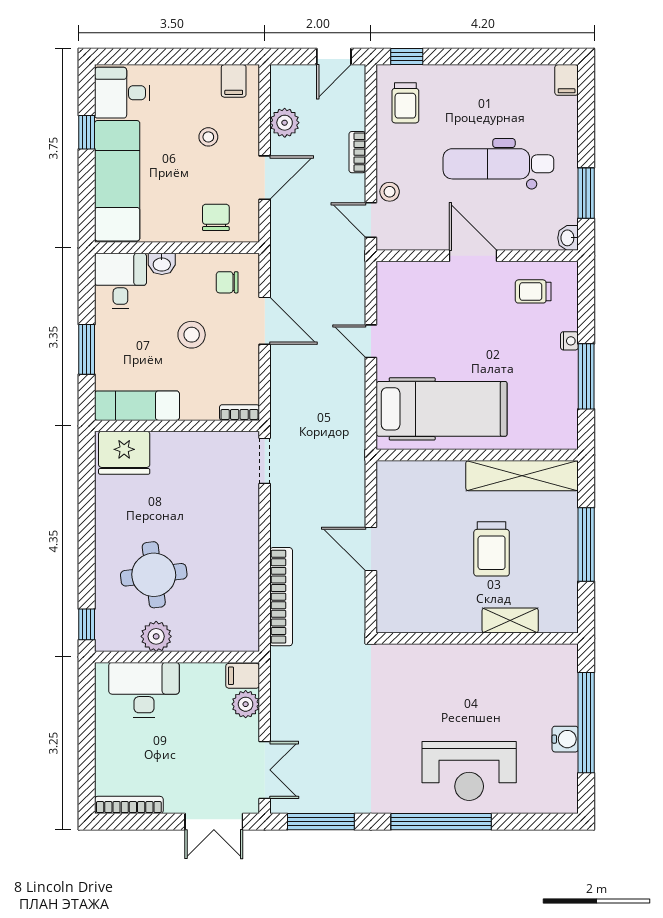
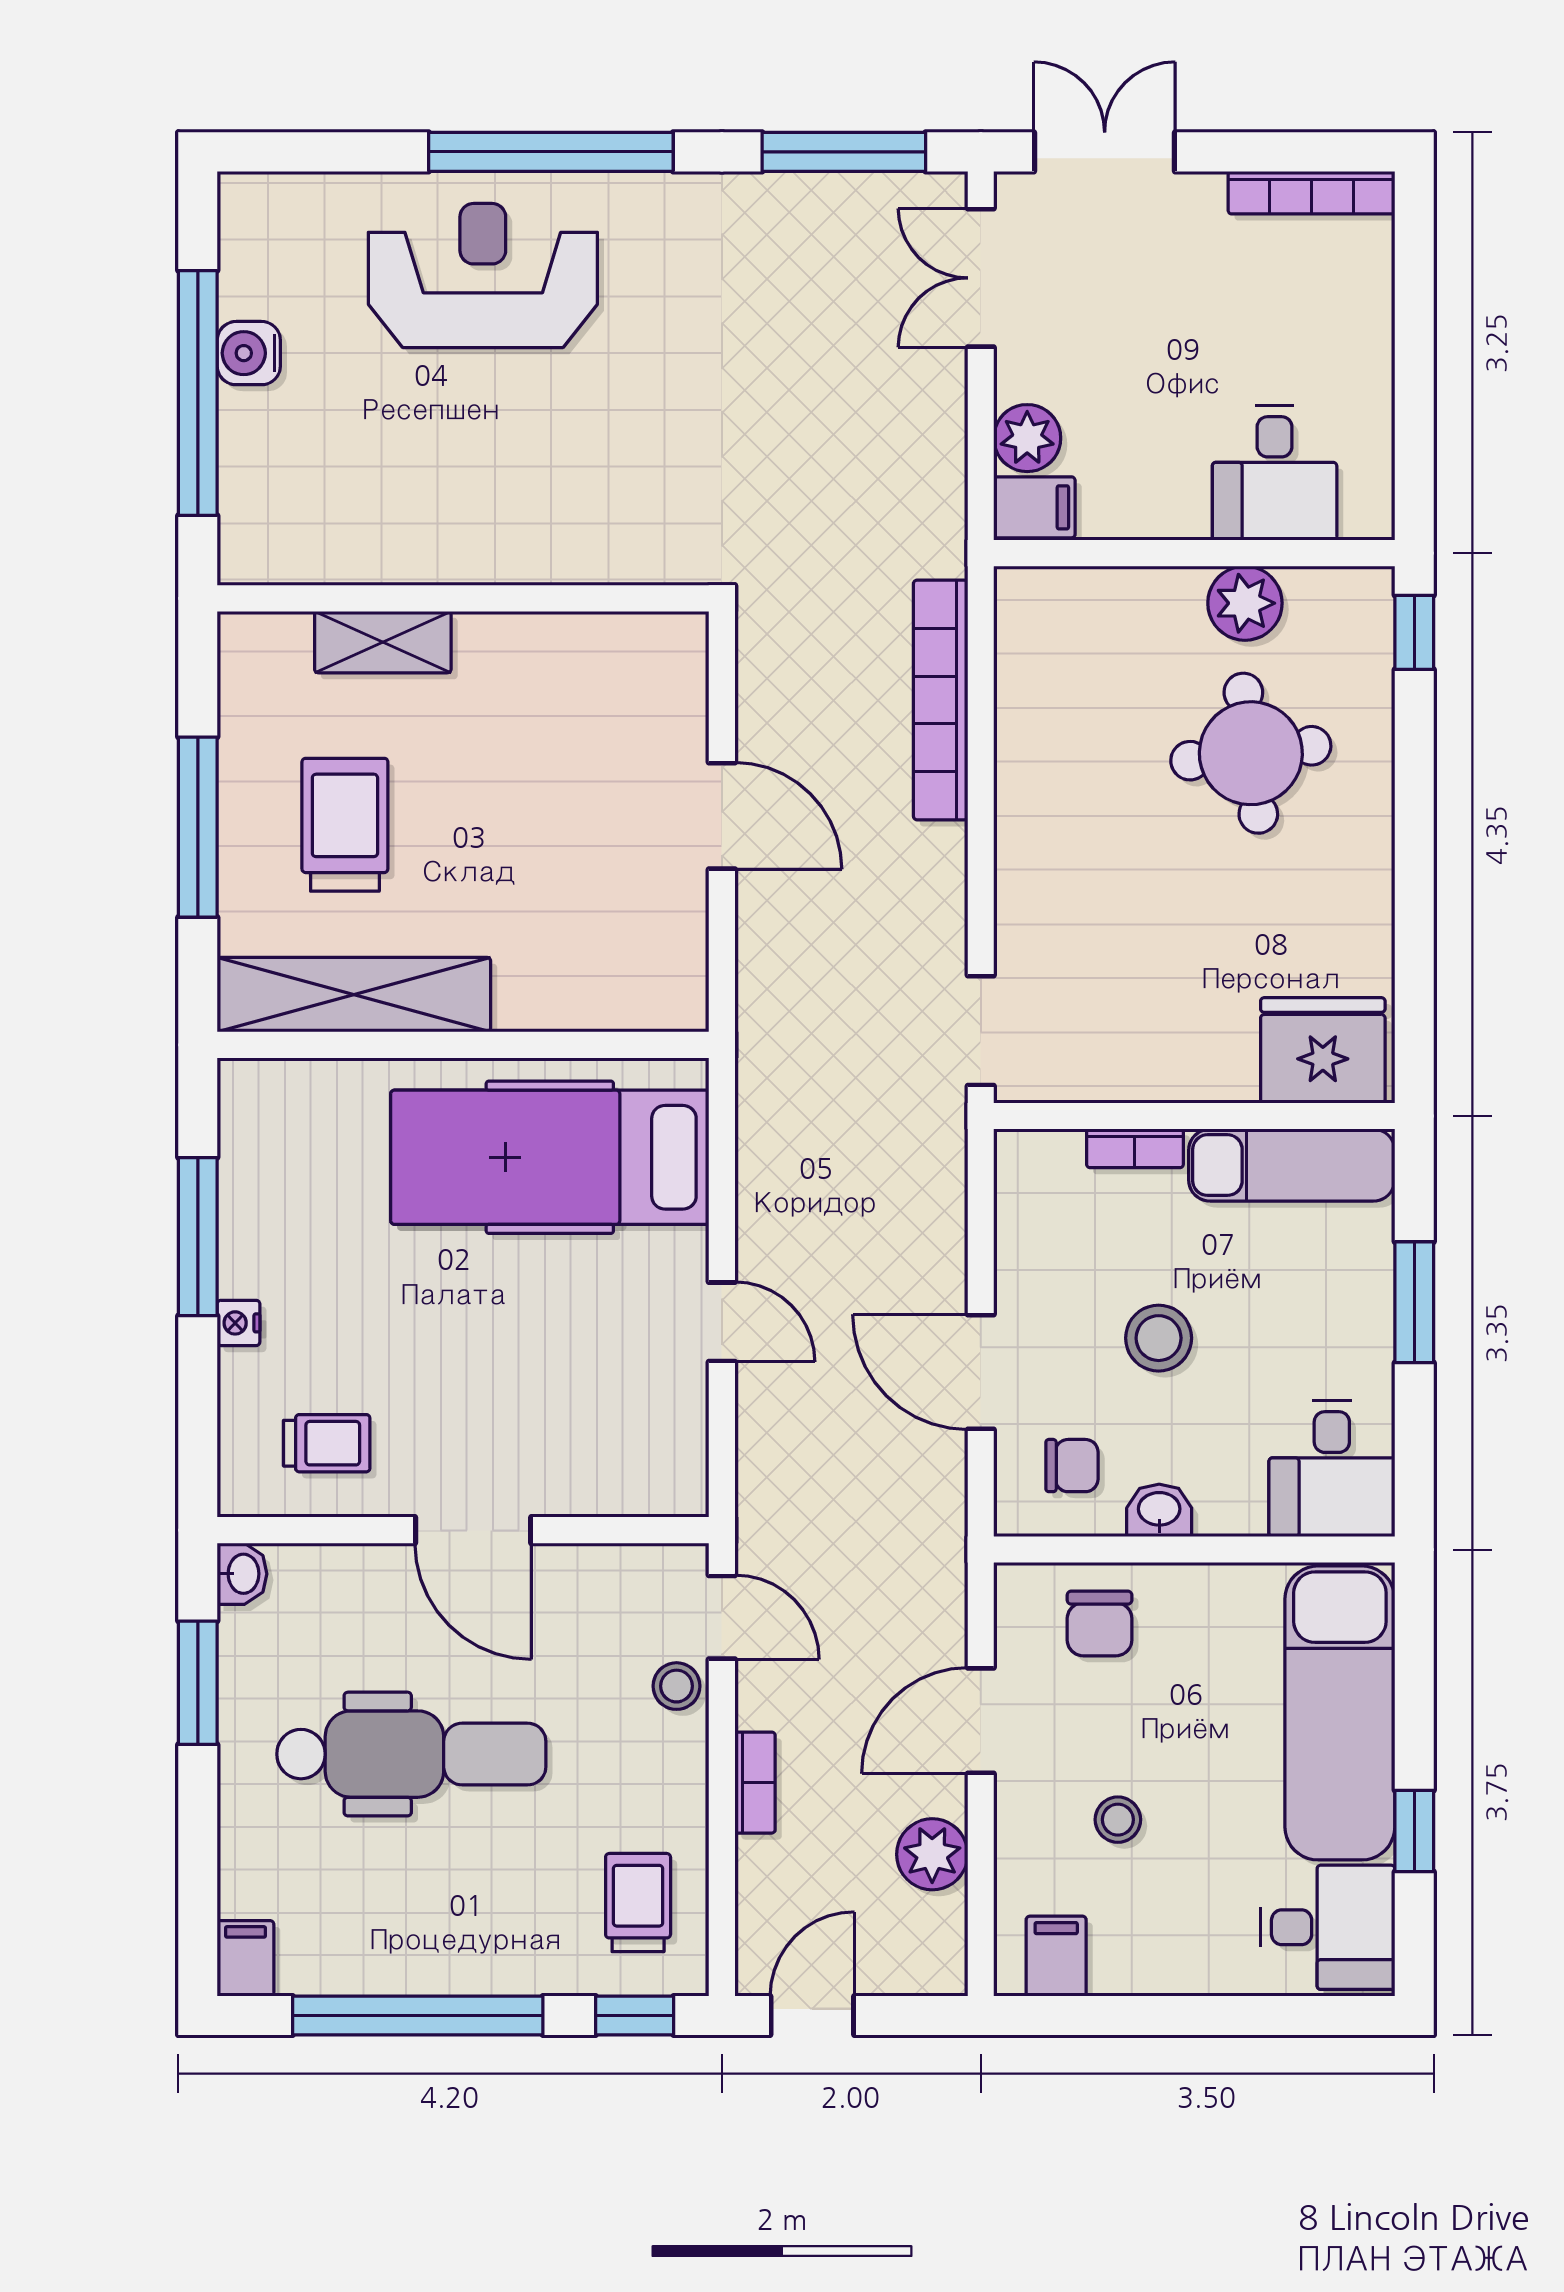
window: (496, 57) -> (418, 2015), added
washbasin: (162, 264) -> (1159, 1510), moved
bookcase: (239, 413) -> (1135, 1148), moved
trolley: (492, 549) -> (345, 825), moved
desk: (144, 690) -> (1275, 473), width x0.73

